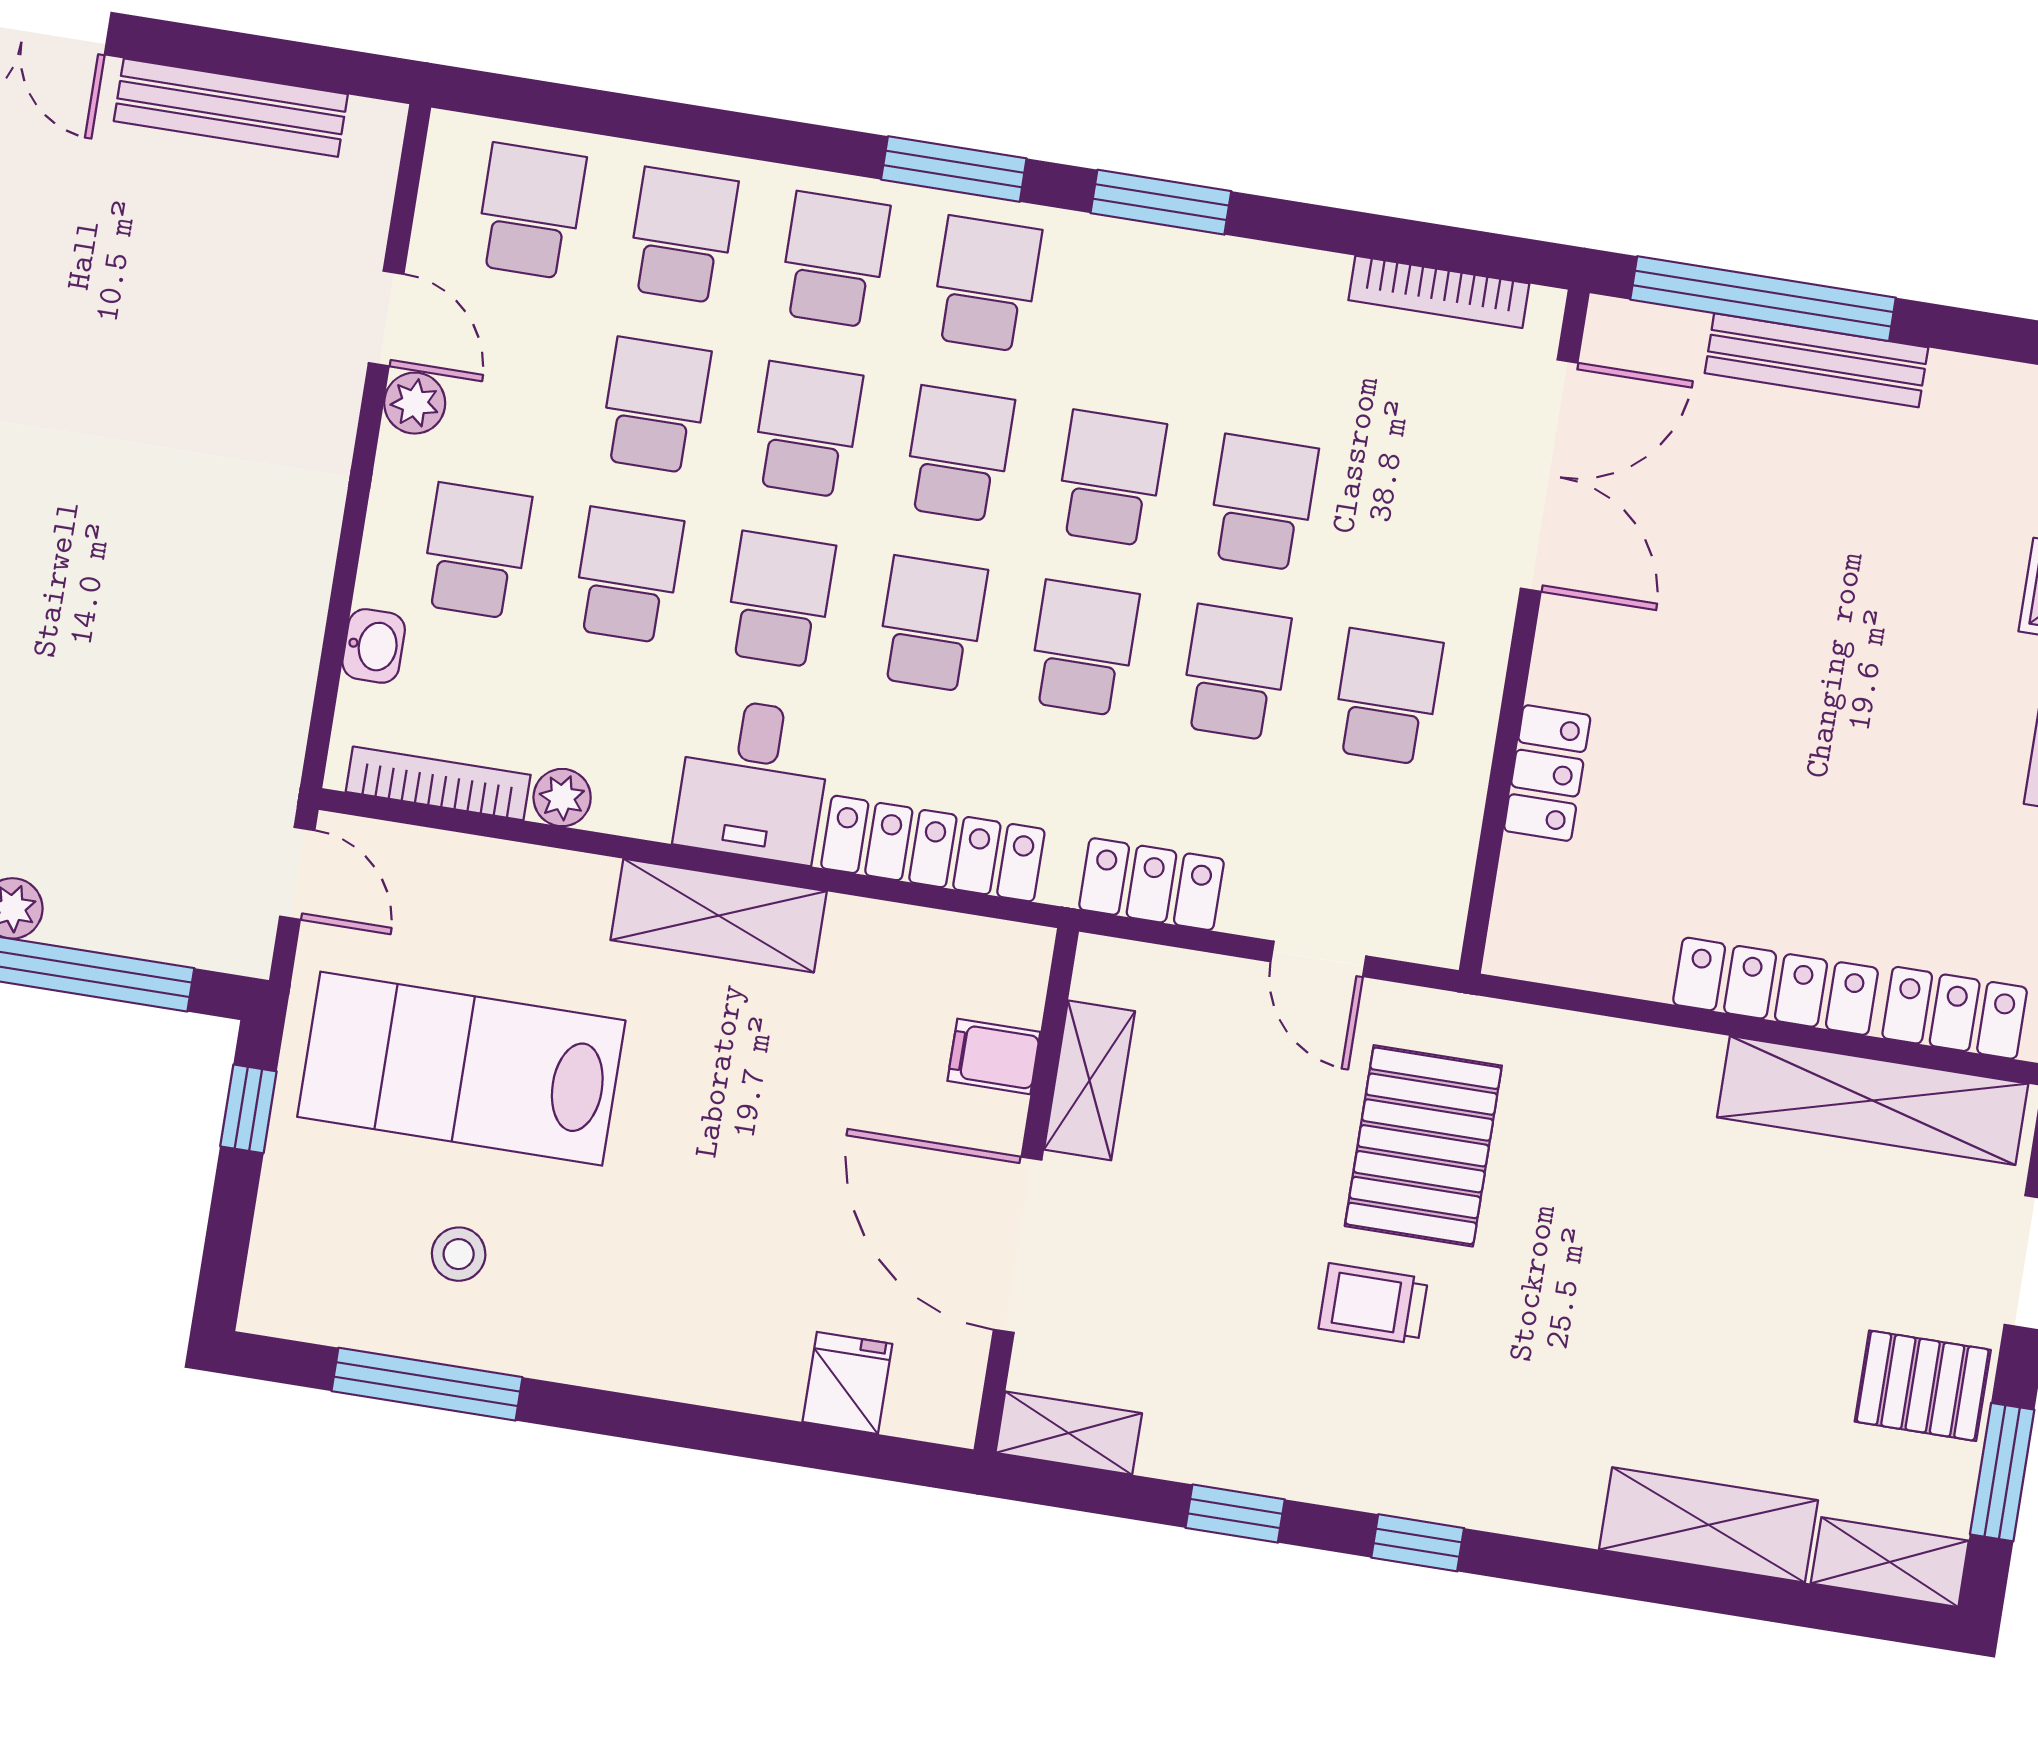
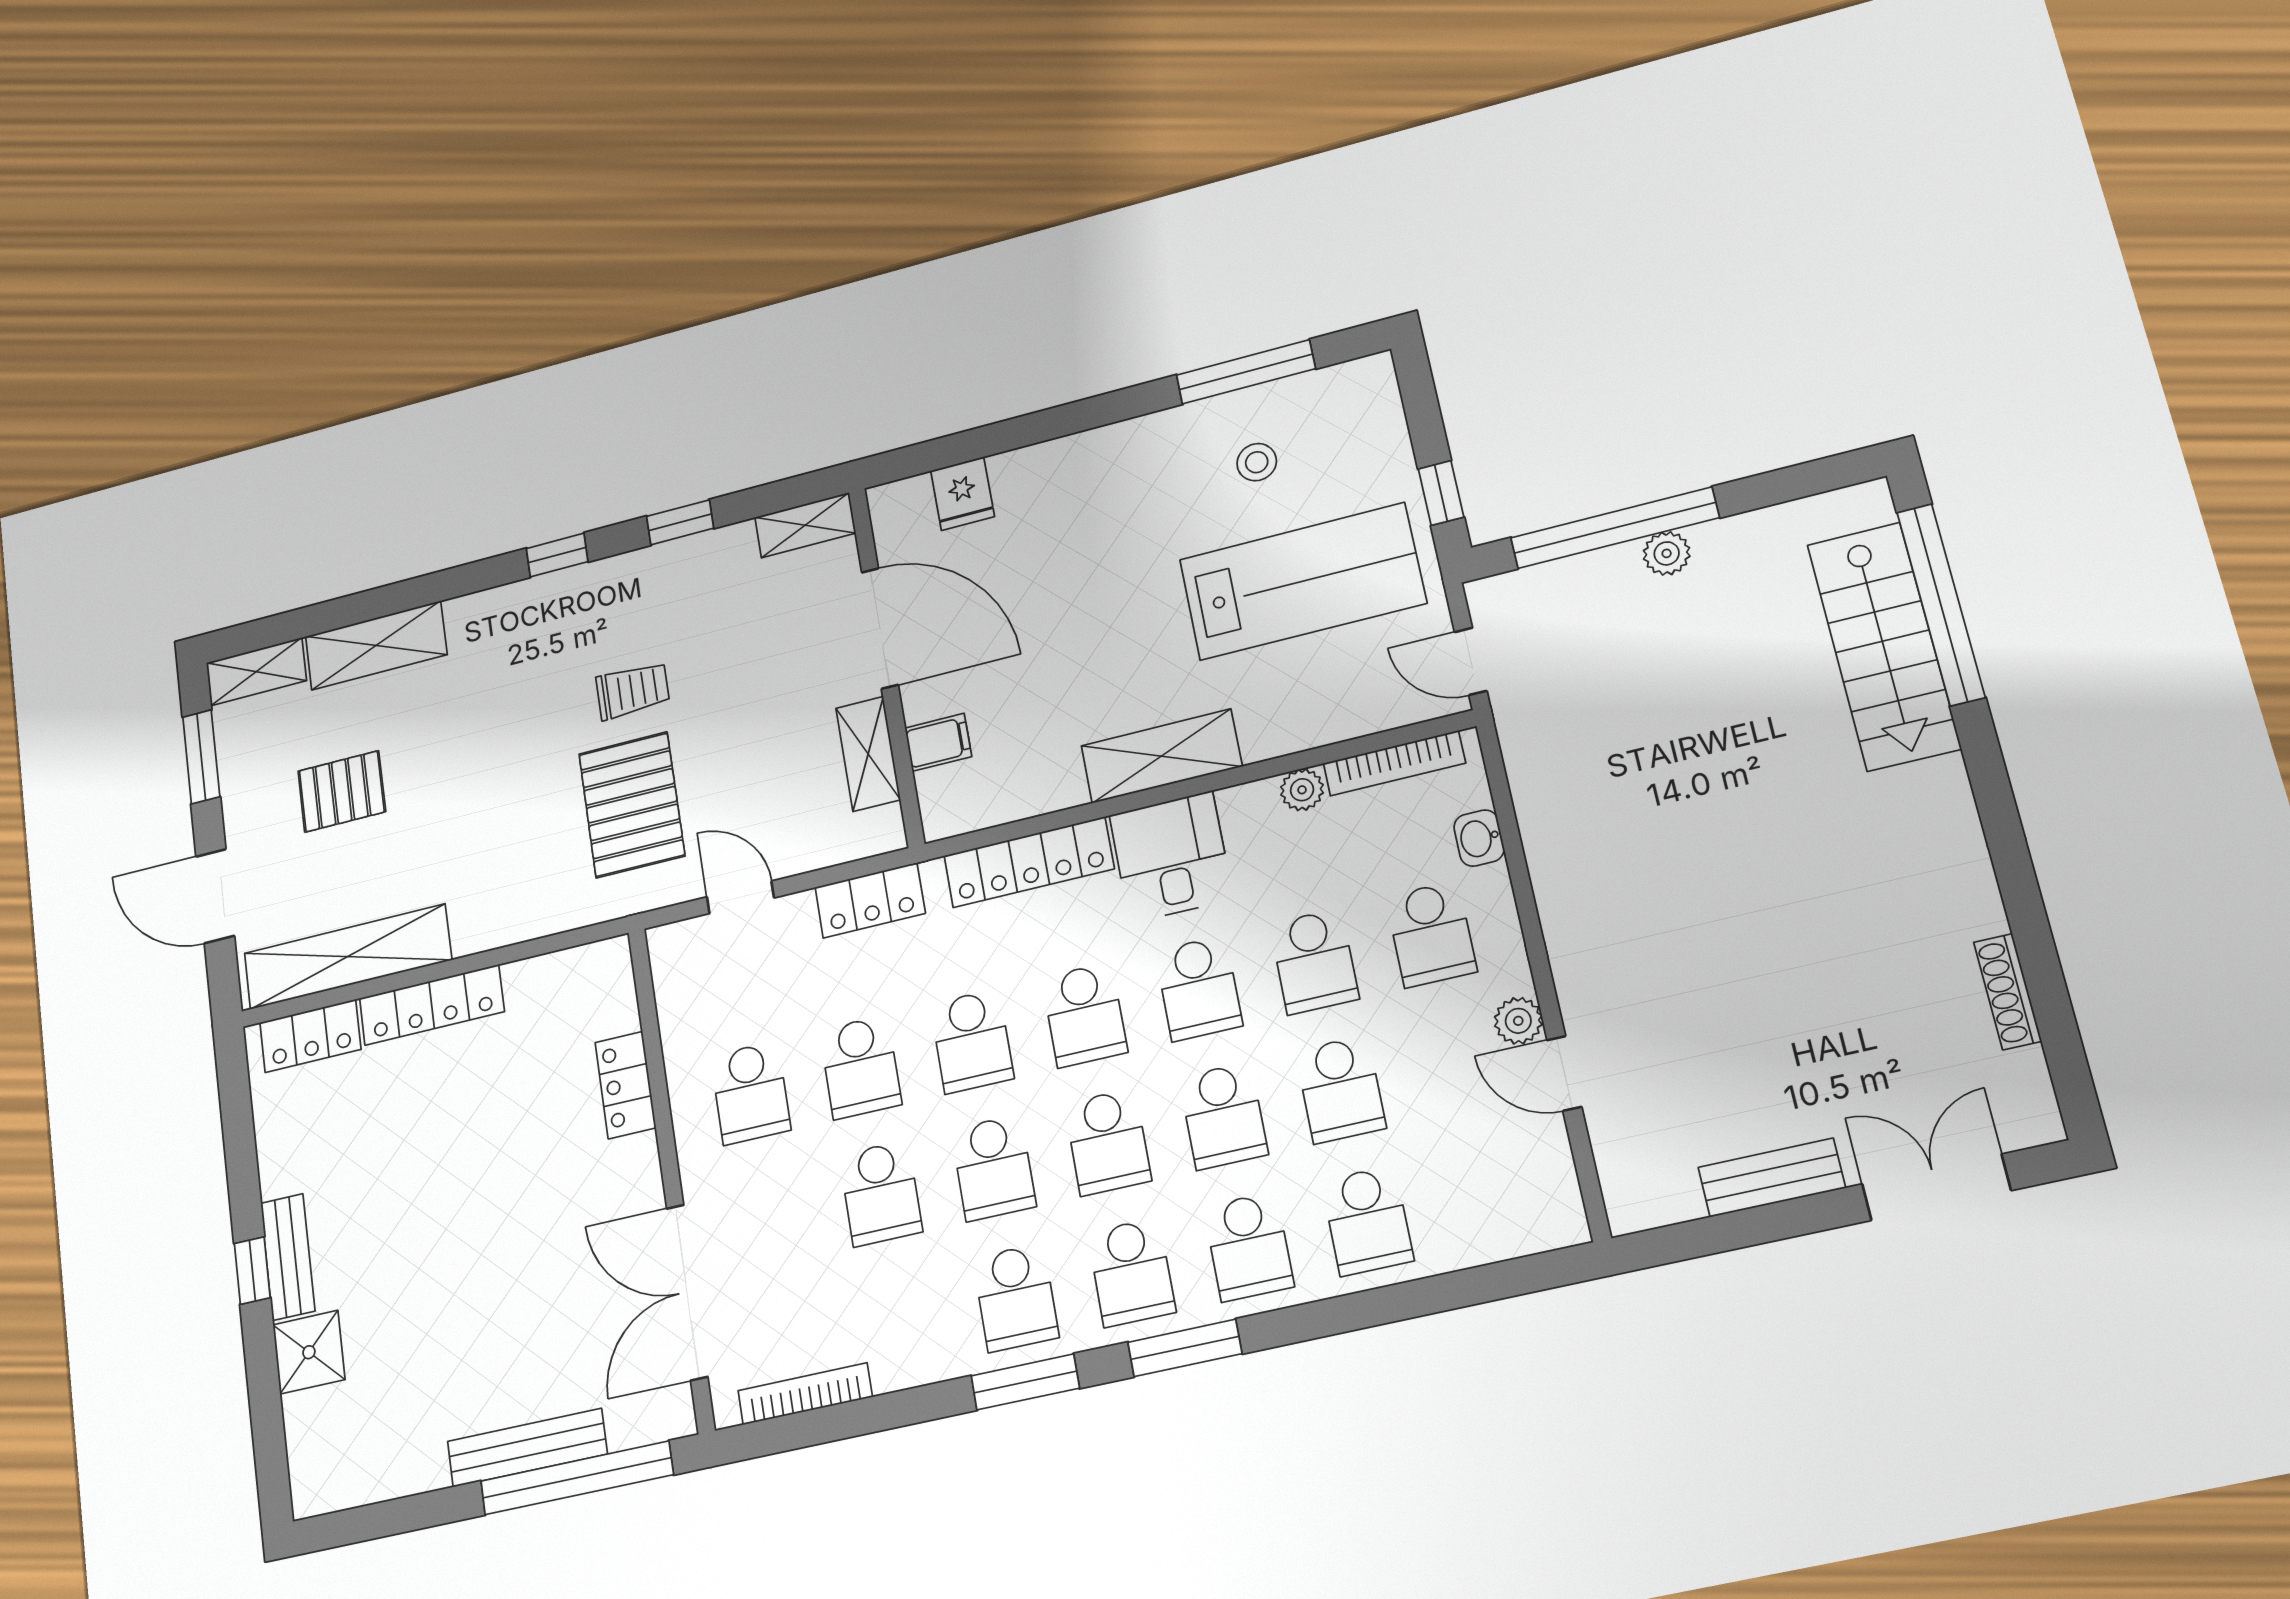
bench: (231, 108) -> (1772, 1178), width x0.73
school desk: (530, 211) -> (1016, 1298), moved
pallet: (1923, 1386) -> (342, 791), moved

